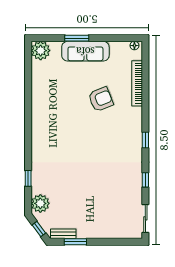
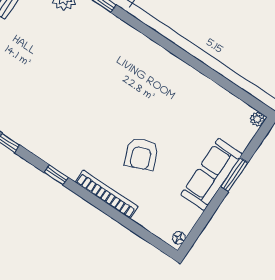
plant: (41, 51) -> (257, 119), width x0.53, depth x0.53
bookcase: (137, 83) -> (107, 194), moved

